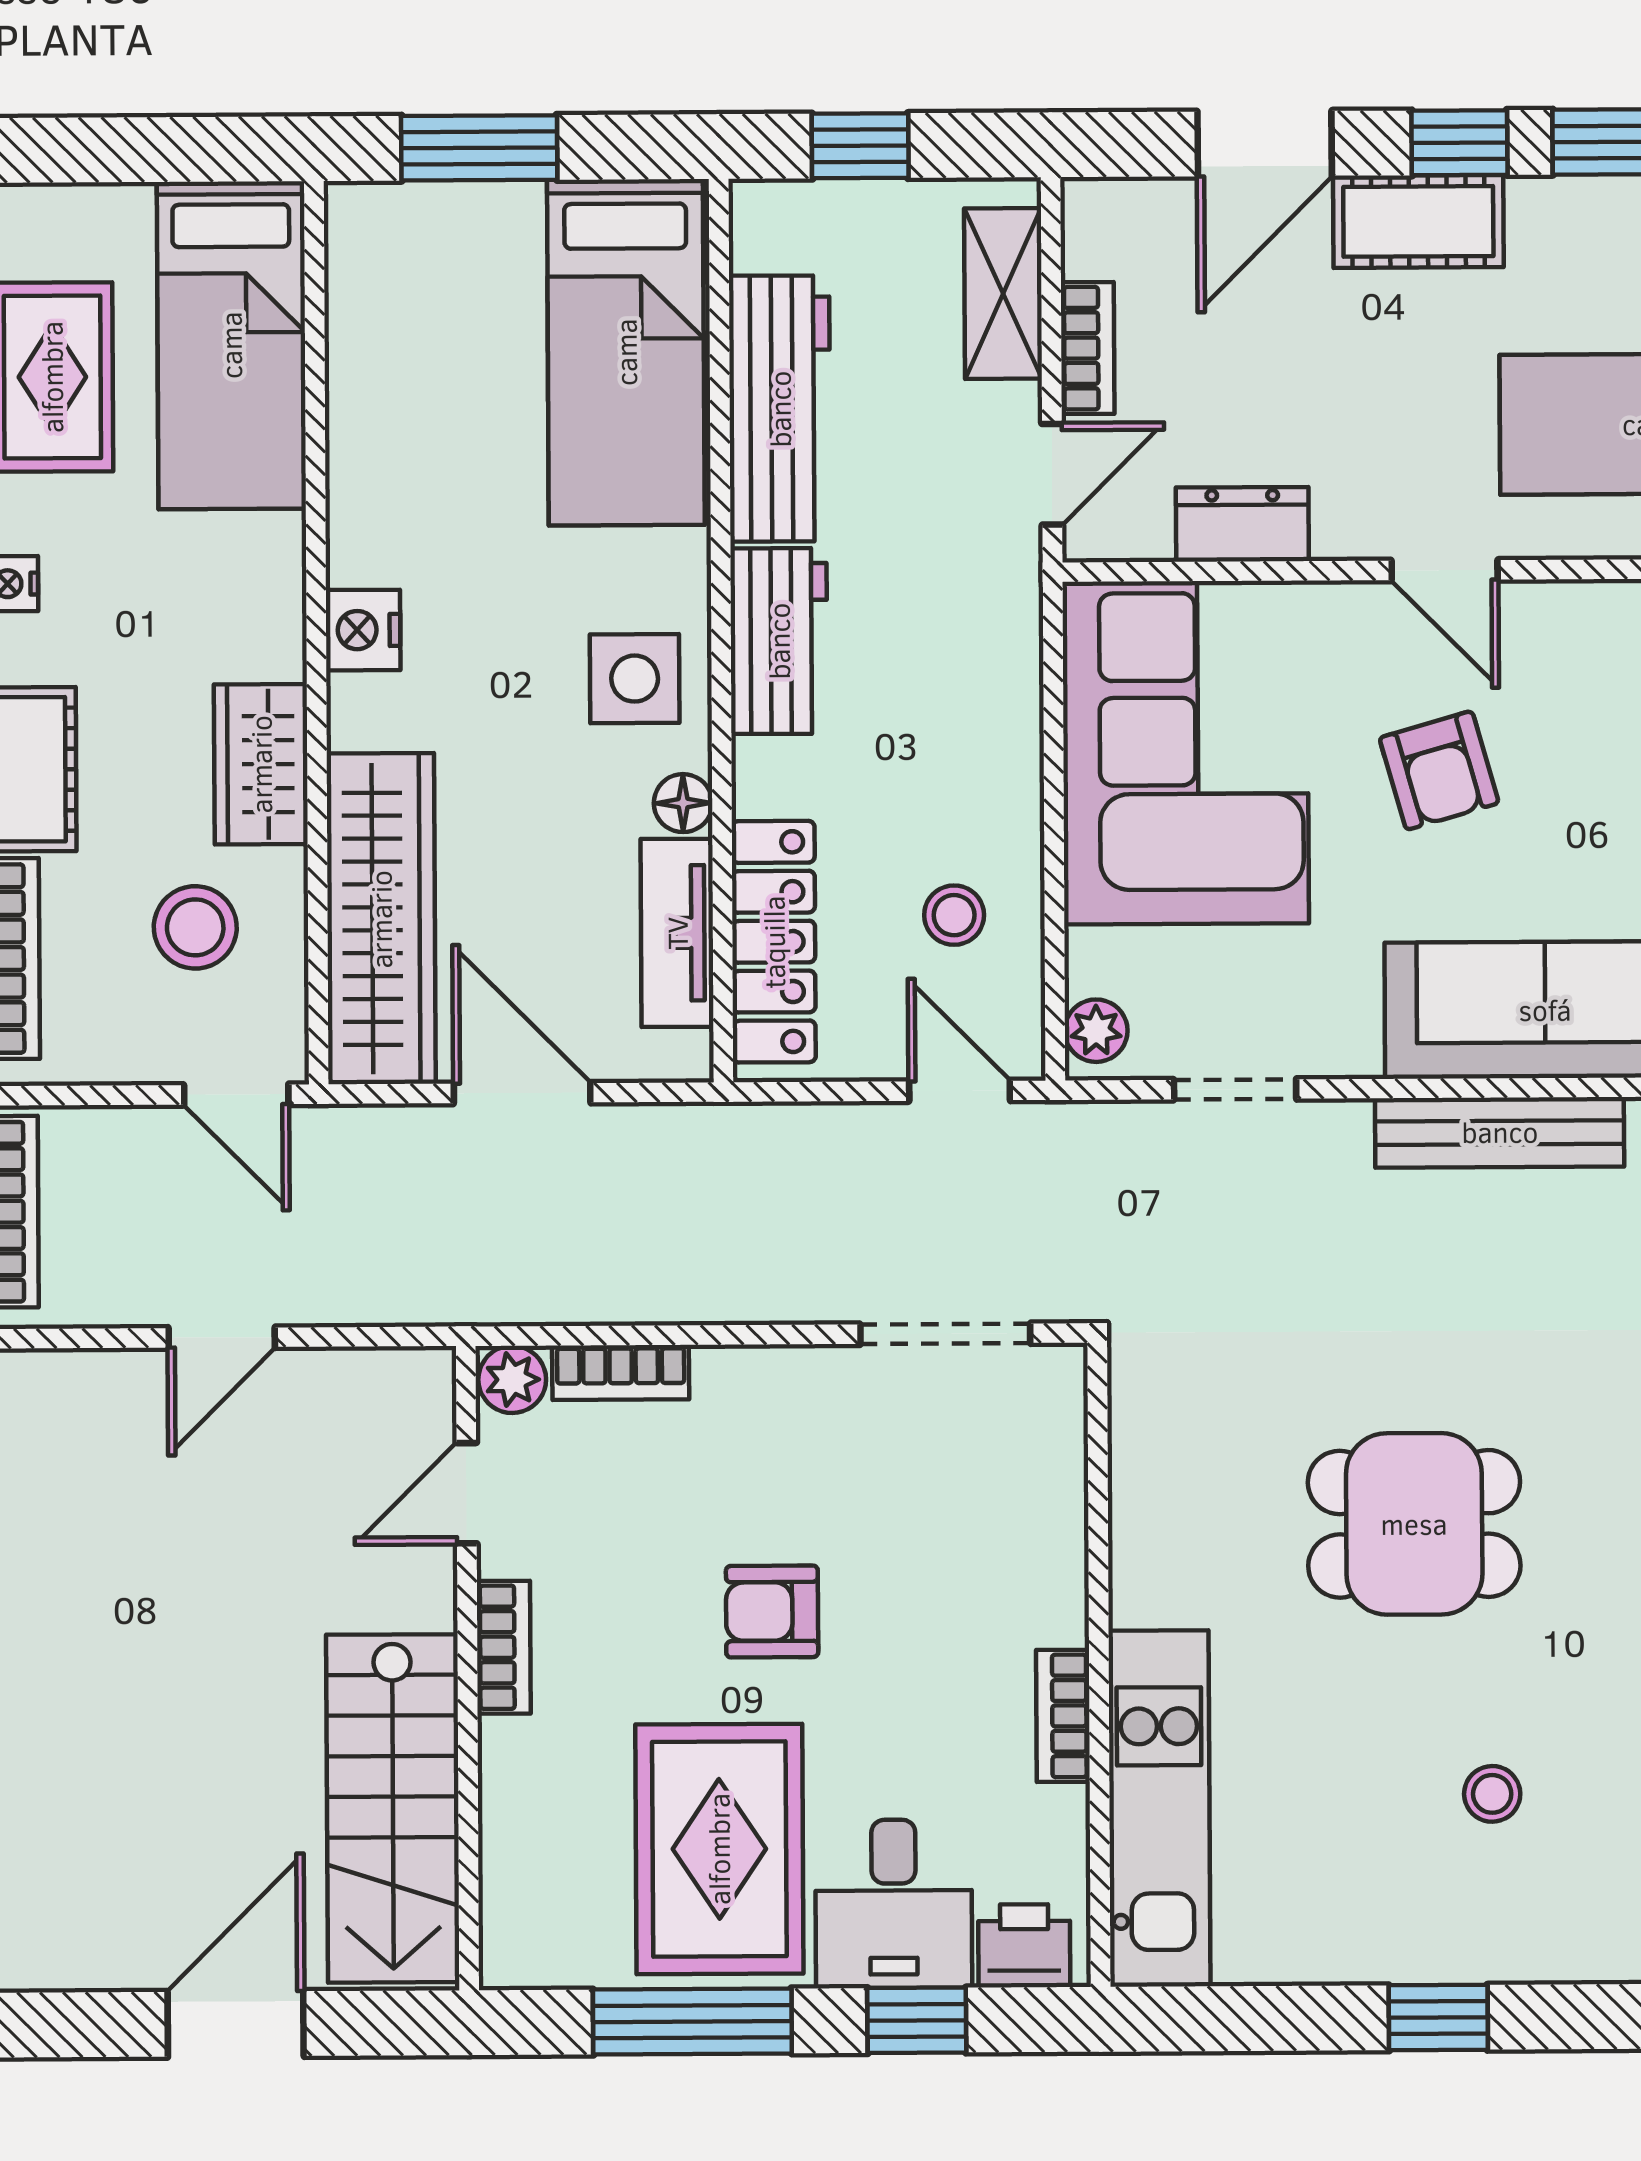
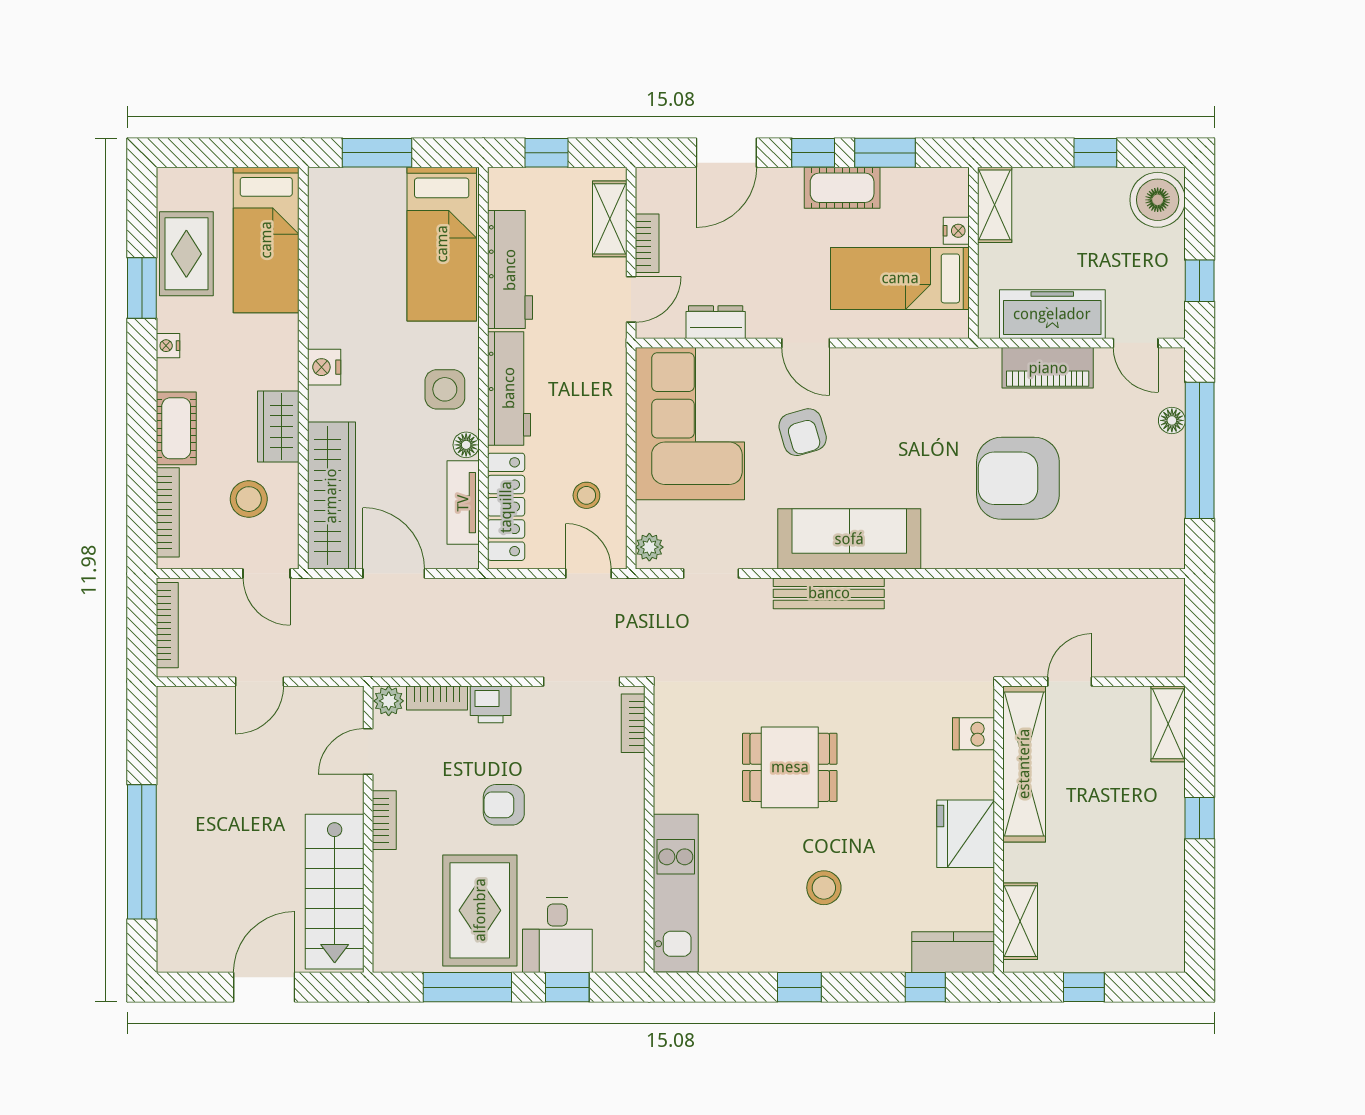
cot: (1418, 221) -> (842, 188), moved
workbench: (779, 641) -> (509, 388), width x1.38
bookcase: (1063, 1716) -> (633, 723), moved
stool: (1492, 1794) -> (824, 888), width x1.37, depth x1.37
printer: (1024, 1946) -> (491, 704), moved, turned 180

